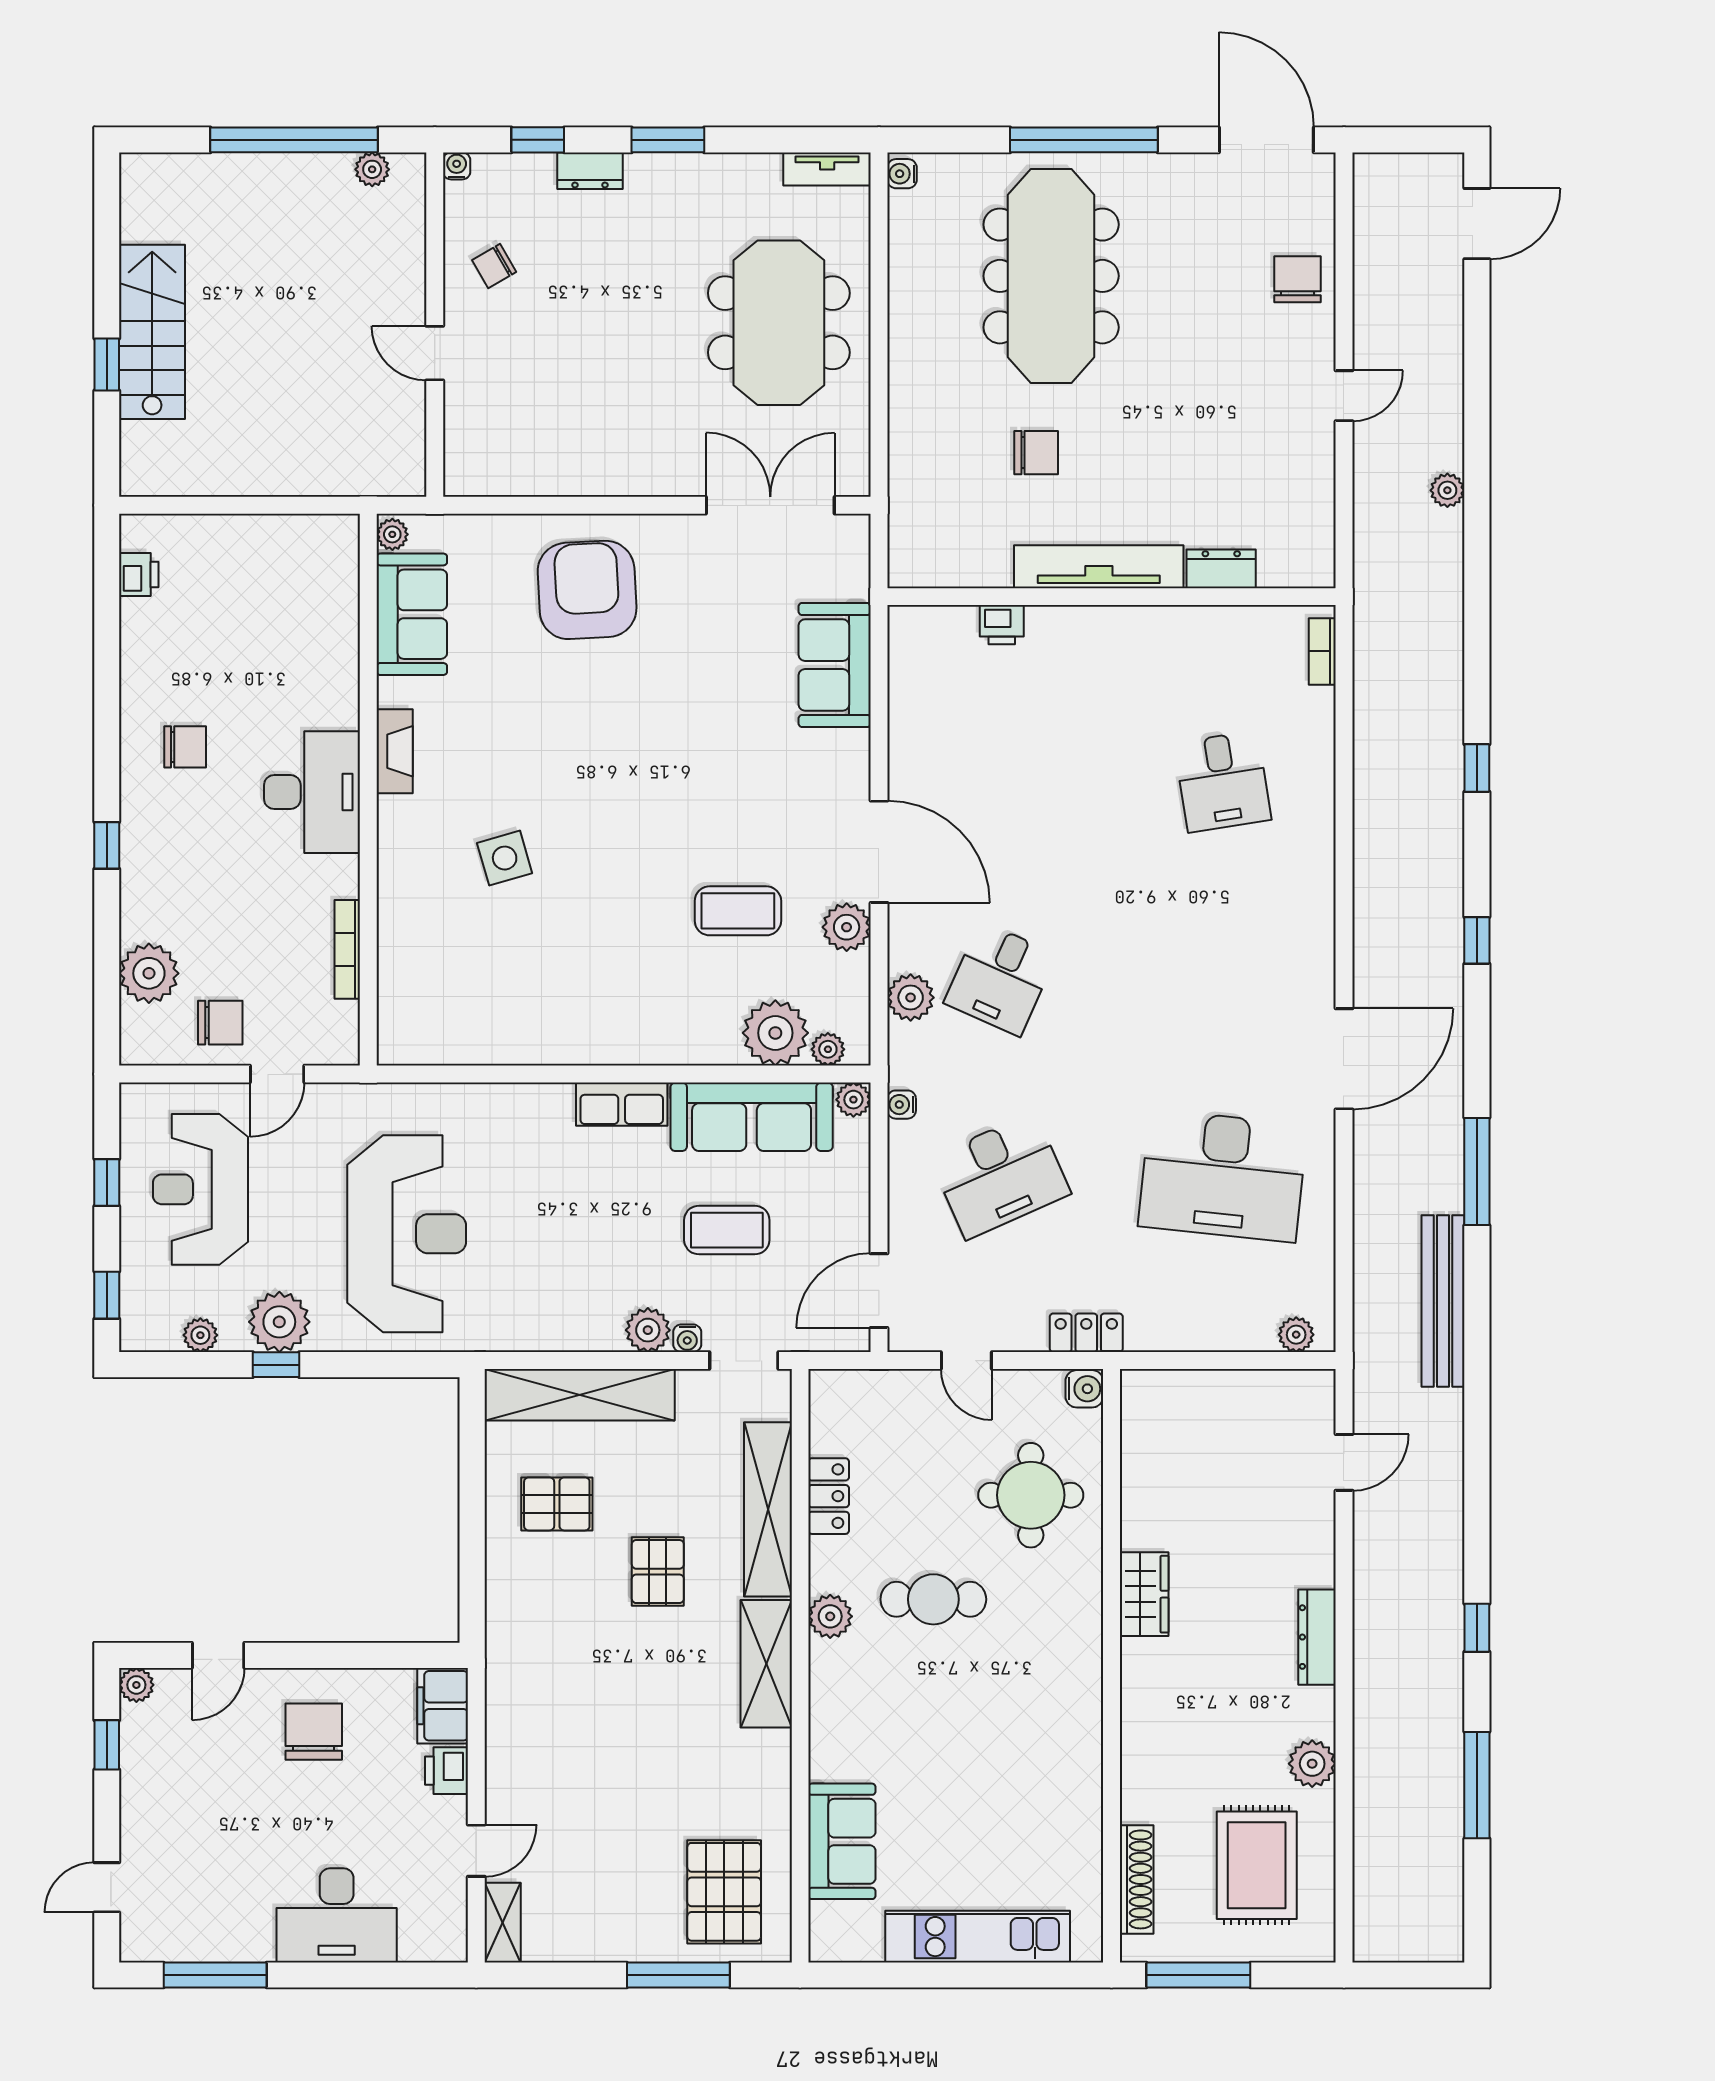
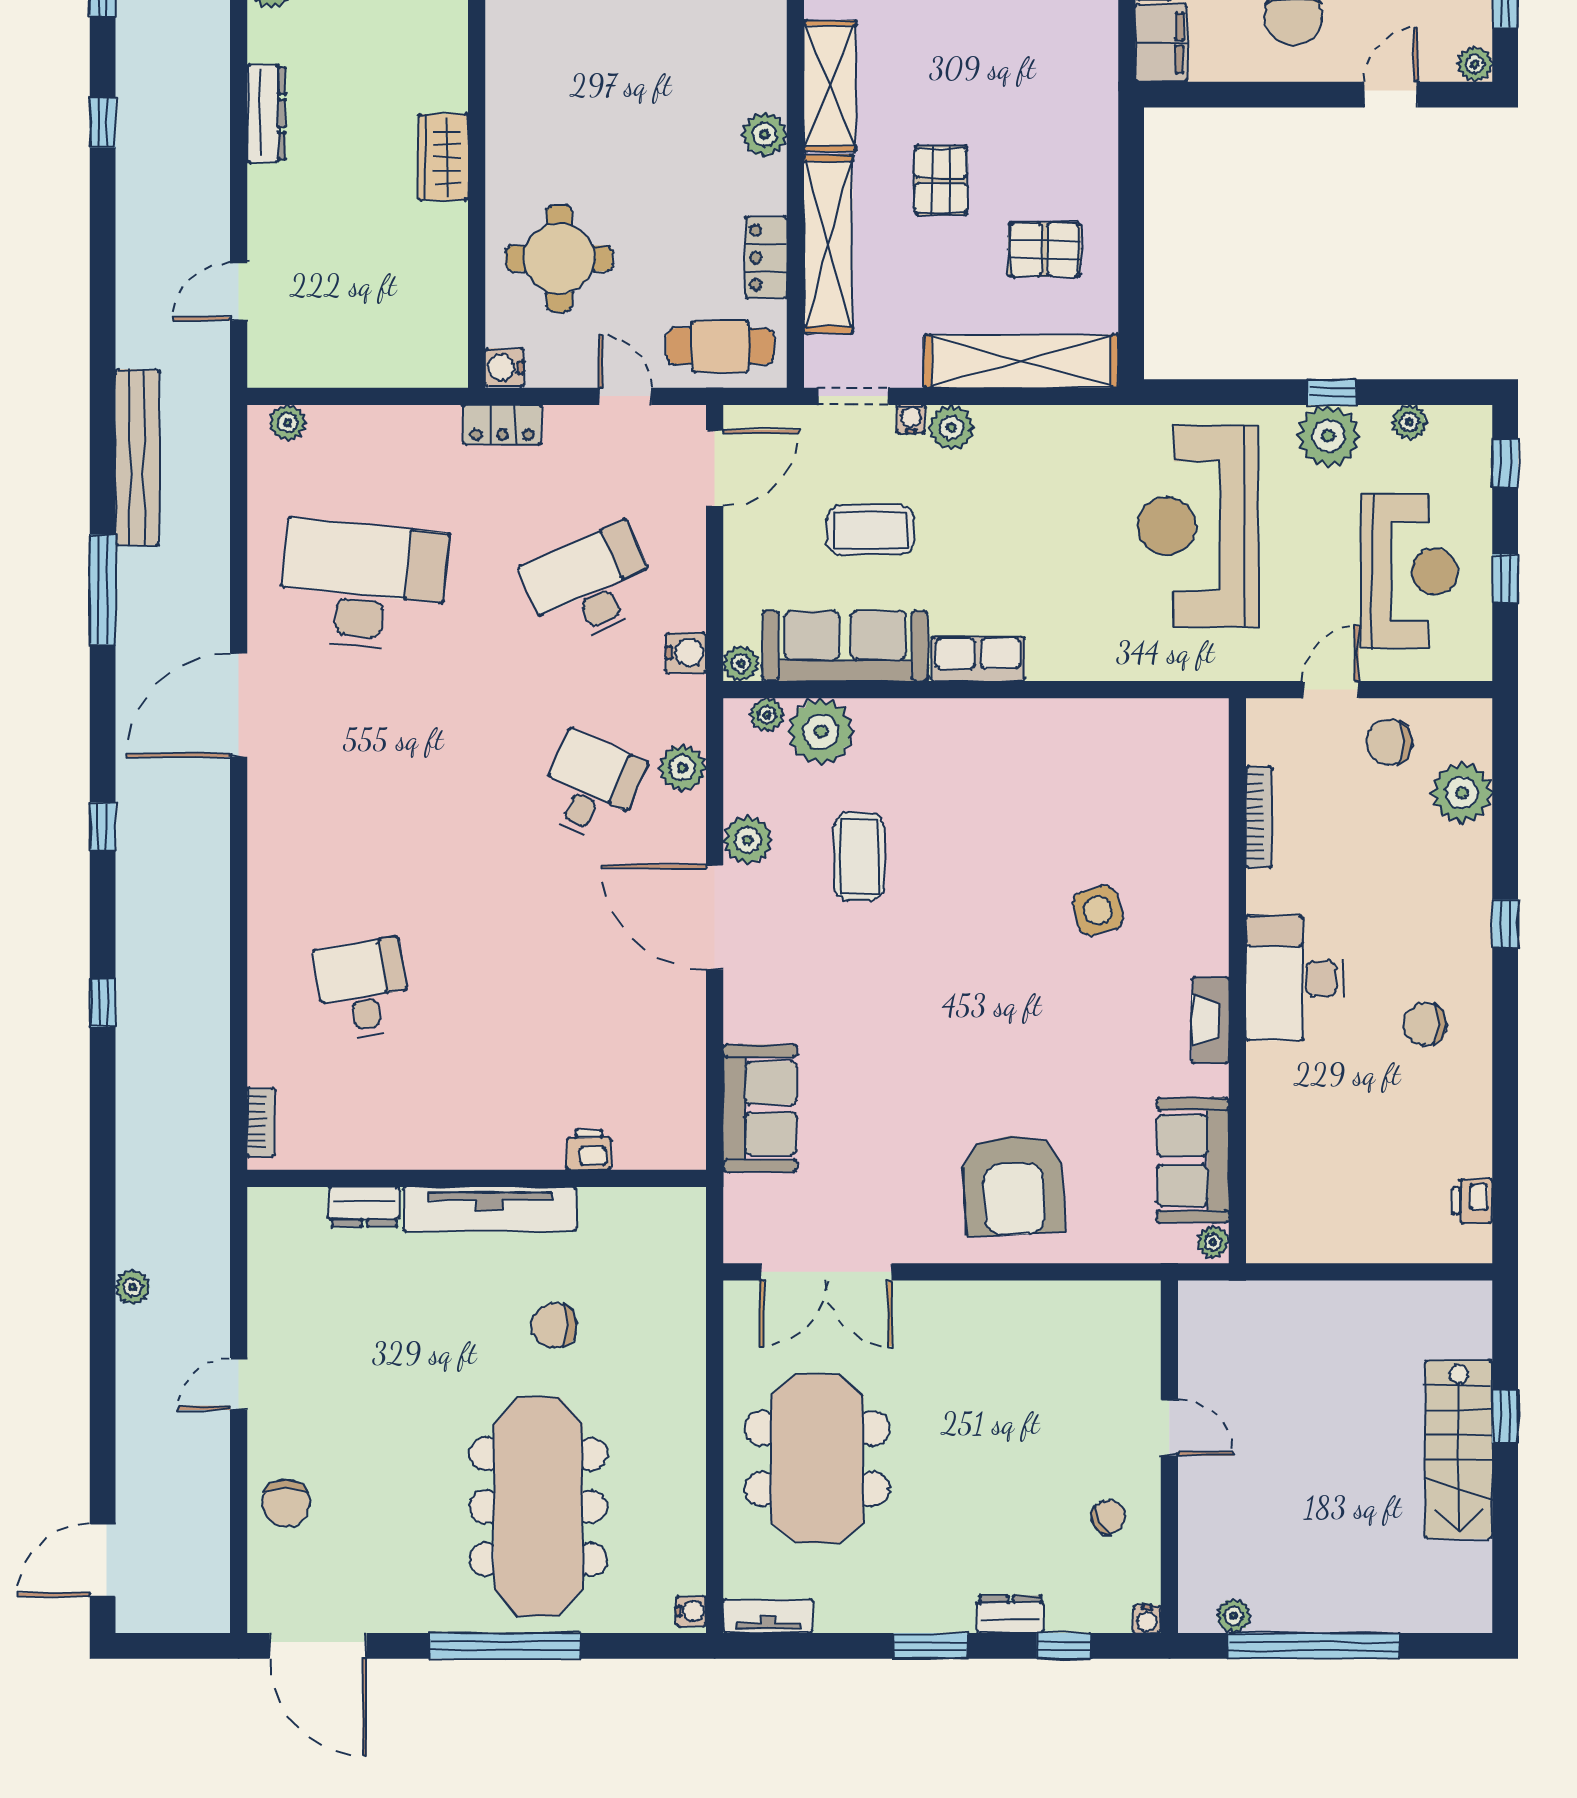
coffee table: (738, 911) -> (859, 857), turned 90
water cooler: (902, 1105) -> (686, 653), width x1.38, depth x1.38
cafe table: (933, 1599) -> (720, 346), moved

